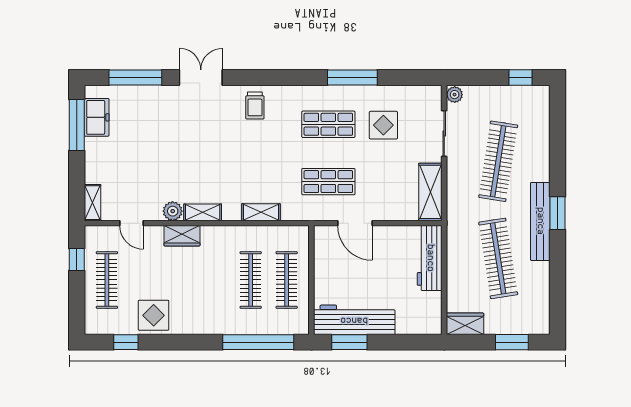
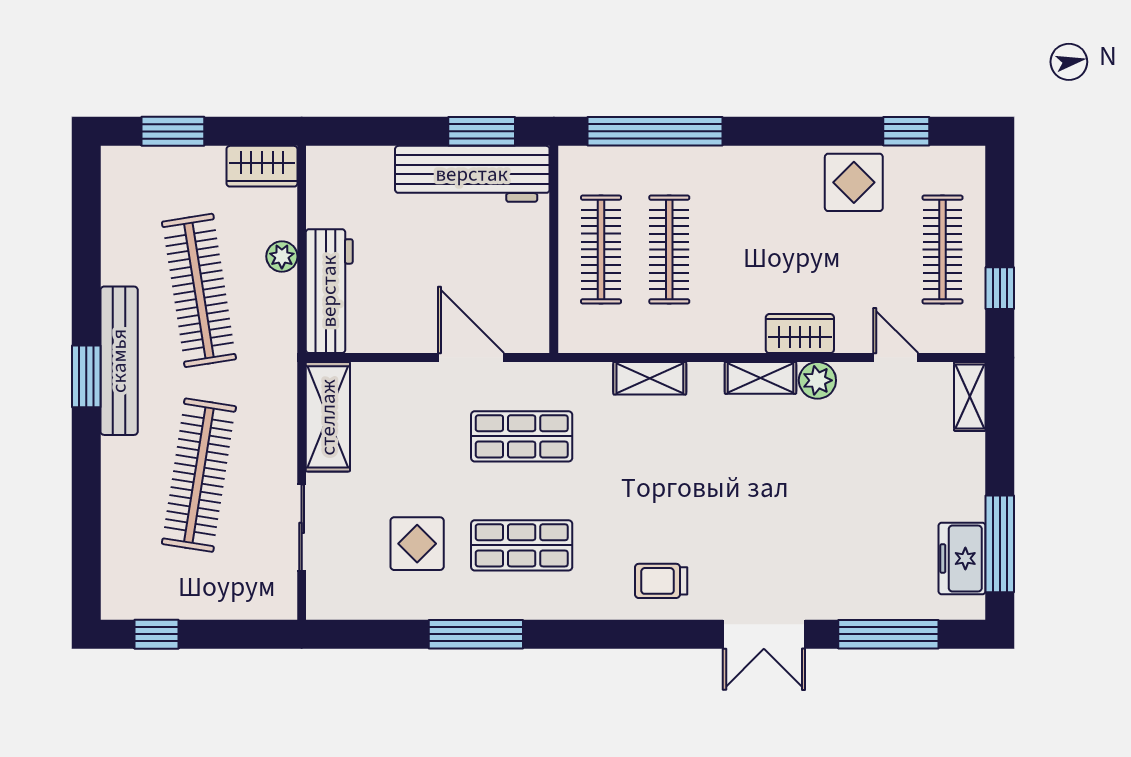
plant: (455, 95) -> (282, 256), moved
trolley: (255, 106) -> (661, 581), turned -90

